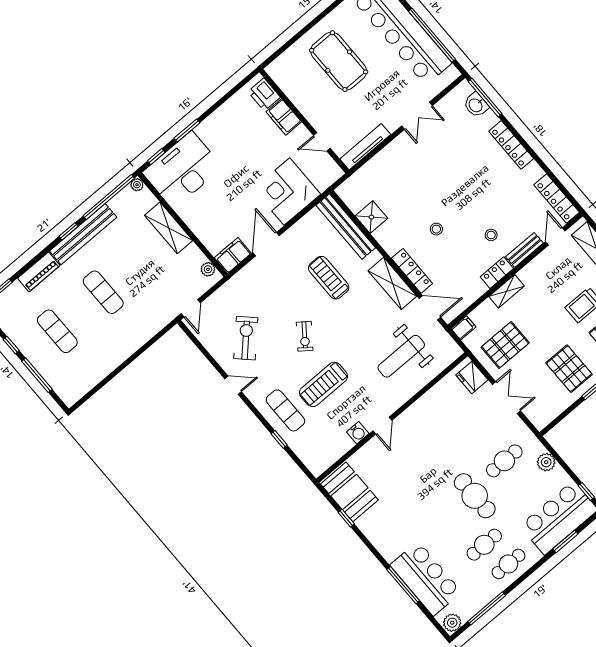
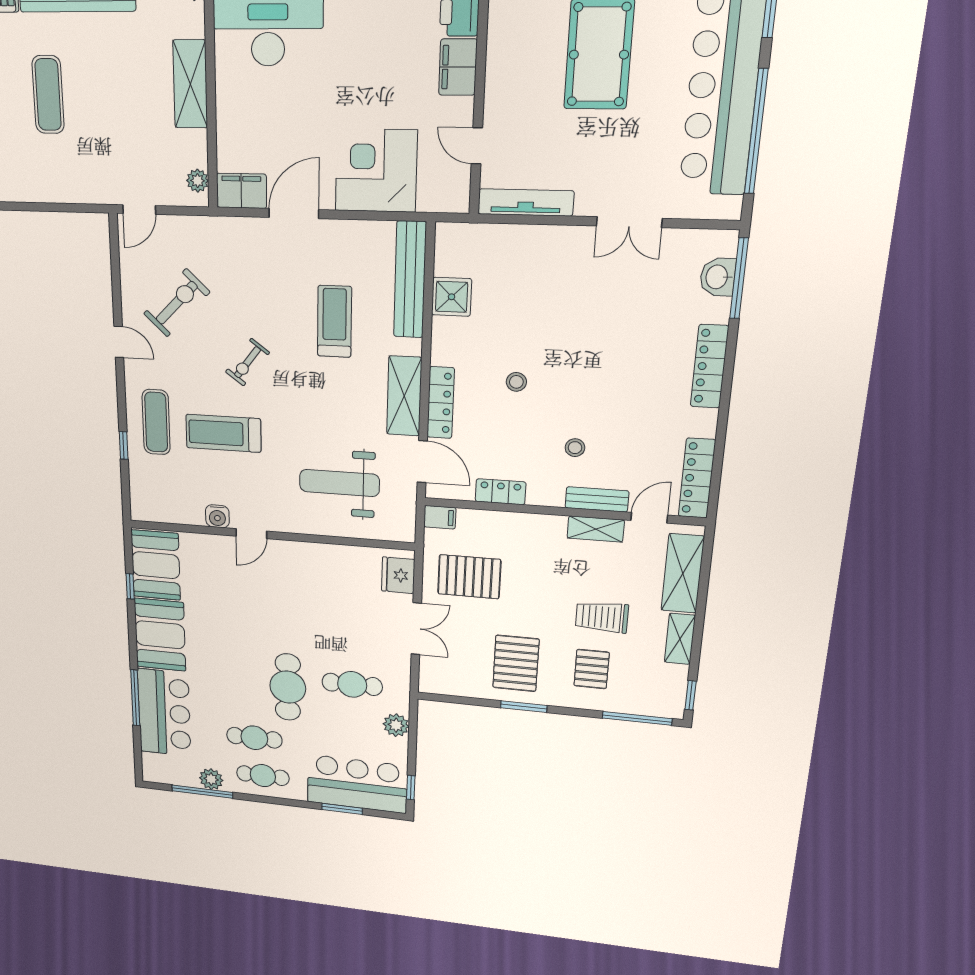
locker: (497, 273) -> (501, 492), moved
shelving: (507, 291) -> (596, 529), moved
booth: (385, 532) -> (160, 635), added
plant: (452, 623) -> (211, 779), moved

